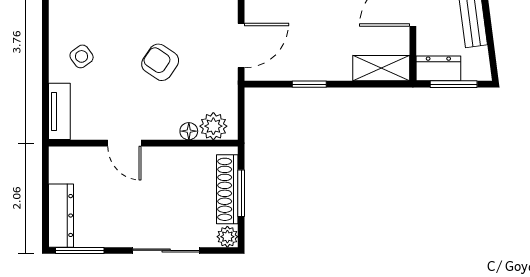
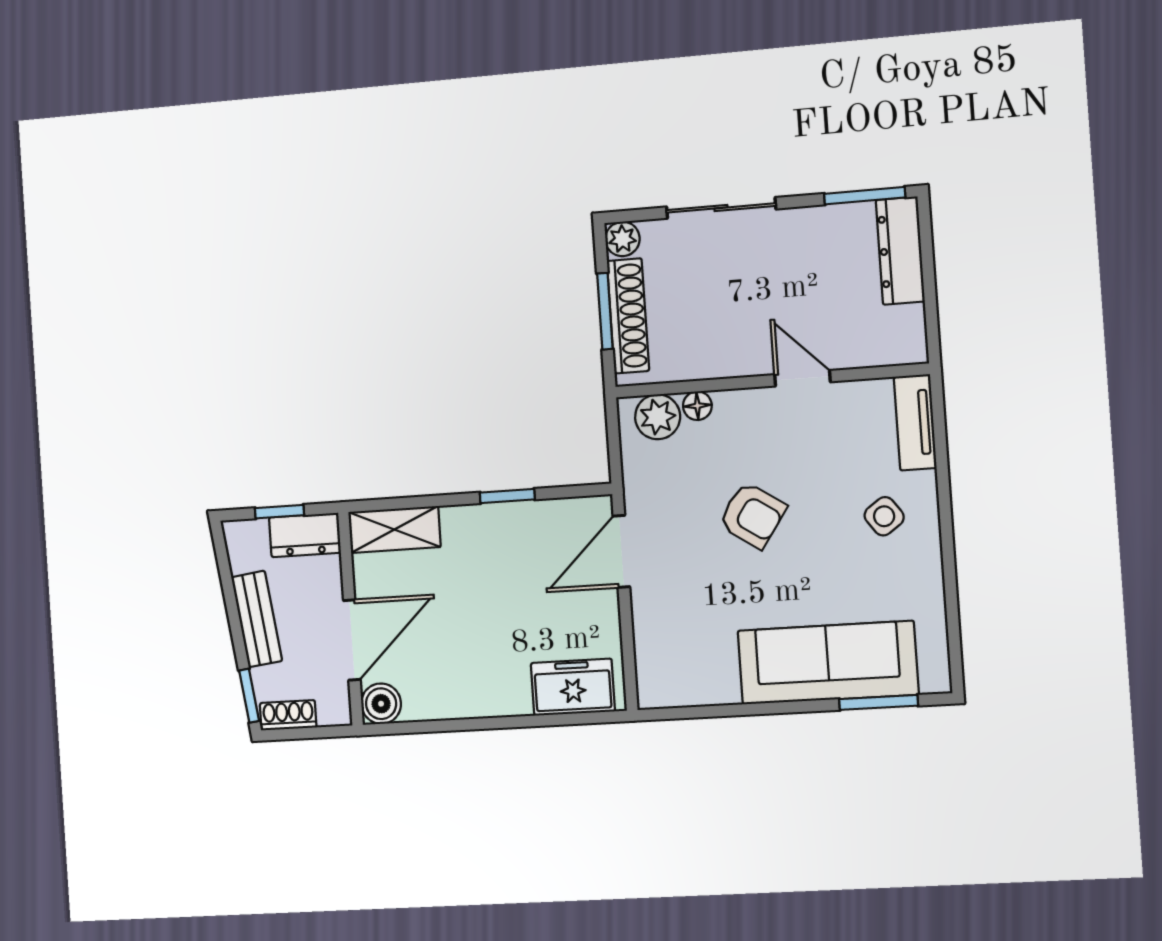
window: (454, 84) -> (279, 512), width x0.67

